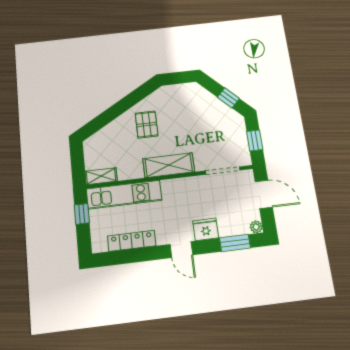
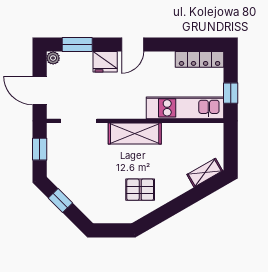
pallet: (147, 124) -> (140, 190), moved, turned 90
shelving: (101, 176) -> (205, 173), moved, turned -30
locker: (132, 241) -> (200, 59), moved
door: (181, 250) -> (133, 45), swing flipped

